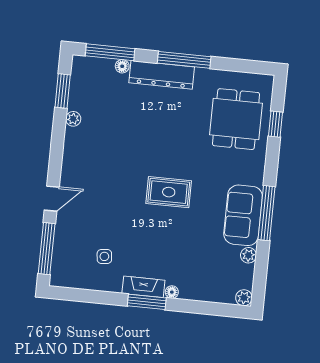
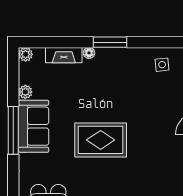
rug: (169, 192) -> (101, 140), width x1.36, depth x1.43
side table: (104, 256) -> (162, 65), moved
fireplace: (143, 287) -> (64, 55), moved

